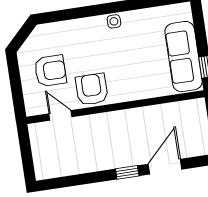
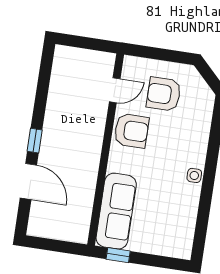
sofa: (184, 57) -> (116, 211), moved, turned 90
armchair: (50, 71) -> (164, 94), turned 90

